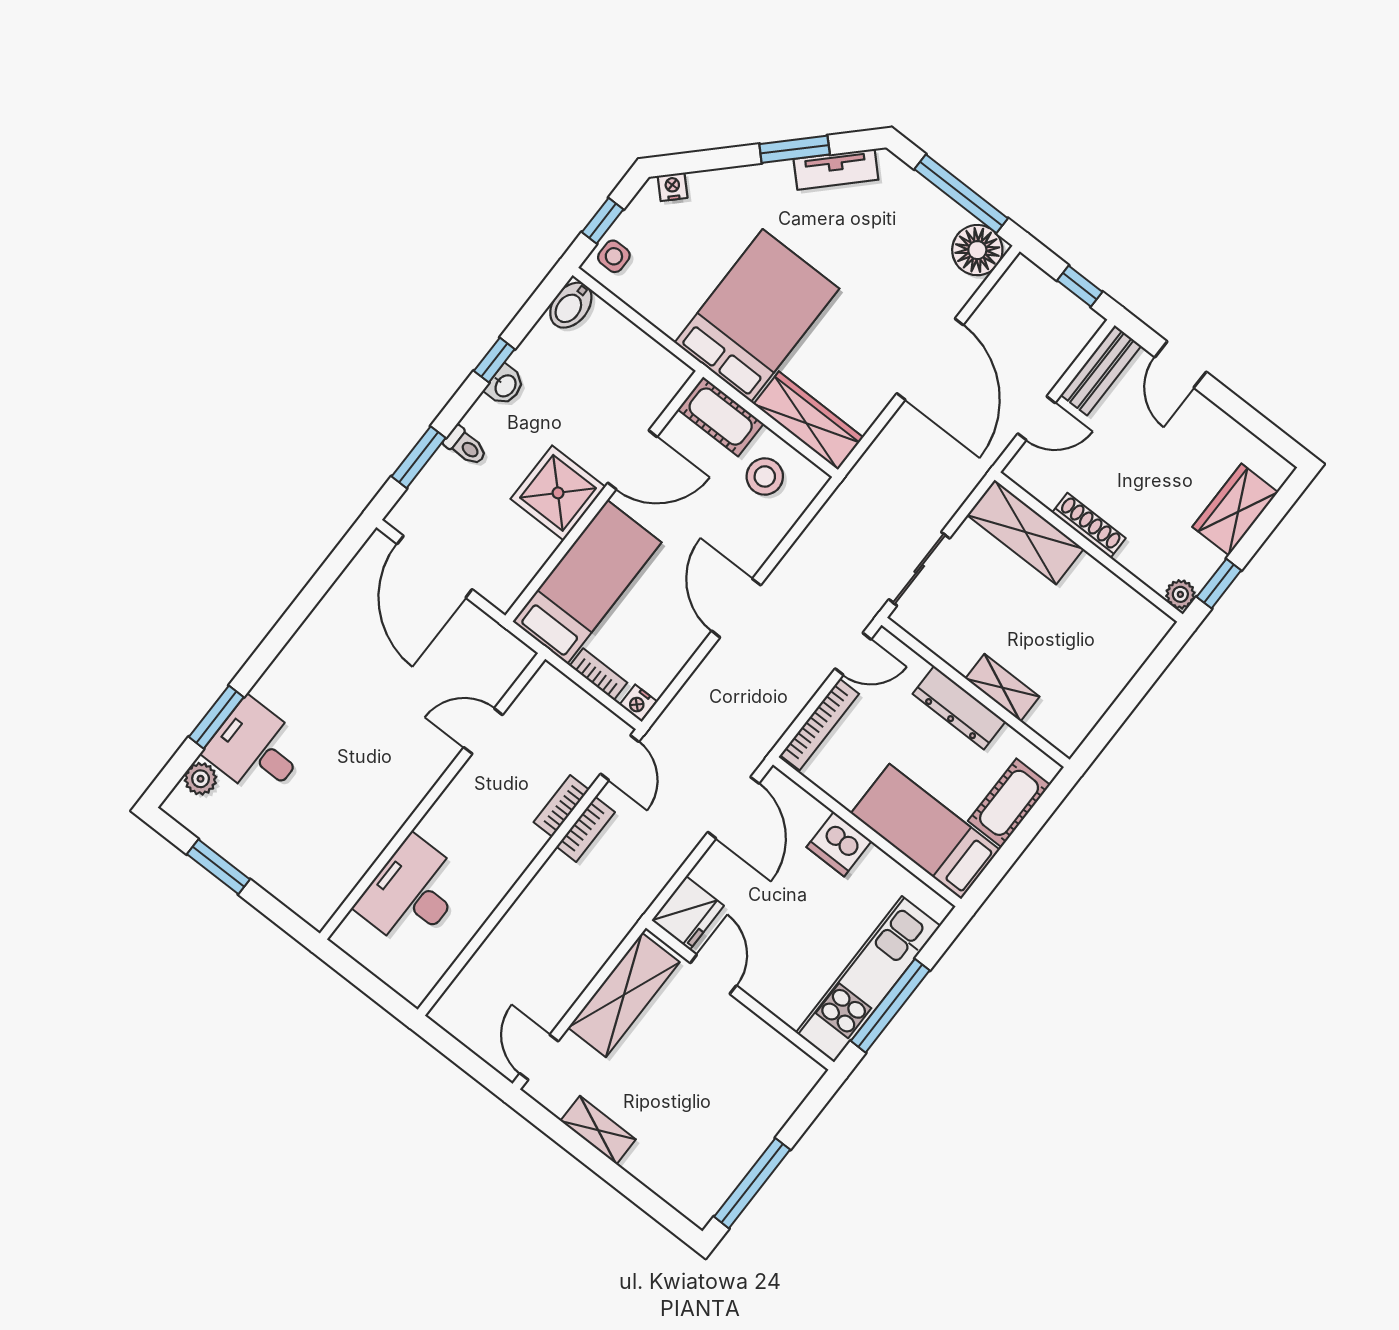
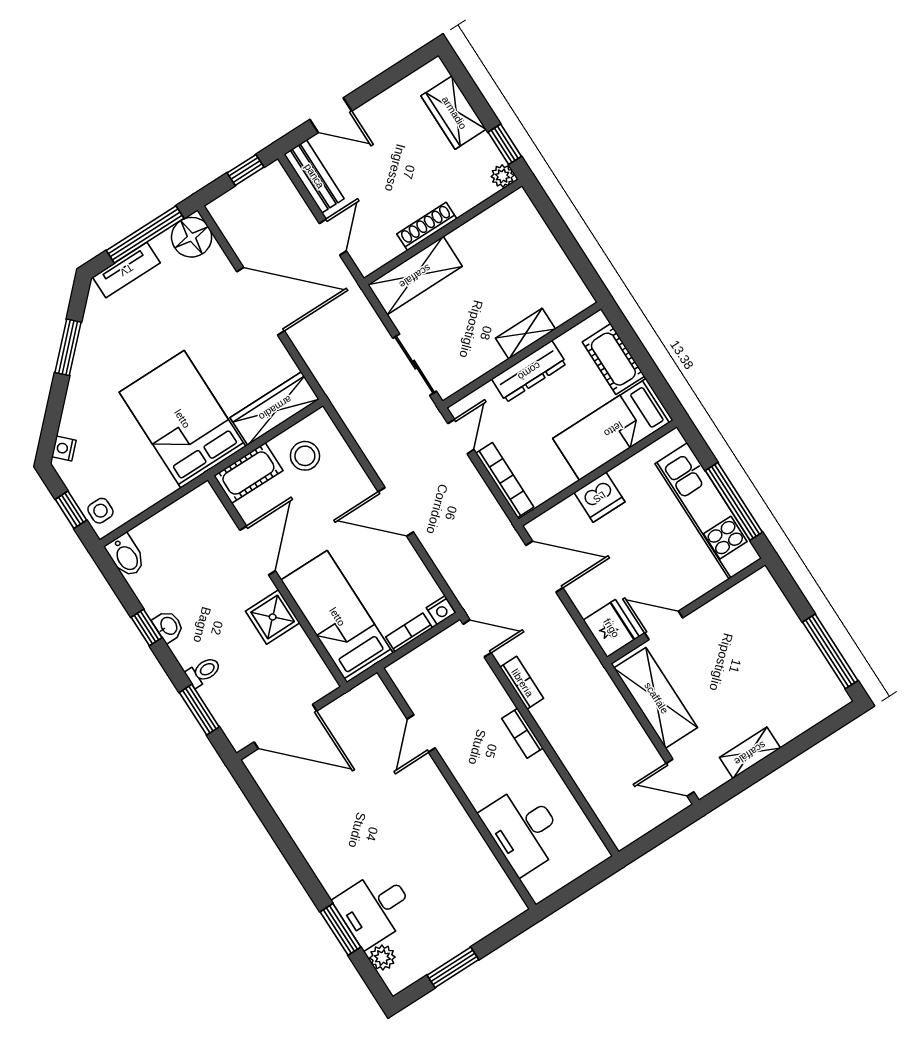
tv unit: (836, 169) -> (126, 270), moved, turned 45
shower: (558, 493) -> (273, 617), width x0.73, depth x0.73
bookcase: (561, 806) -> (522, 733), moved

